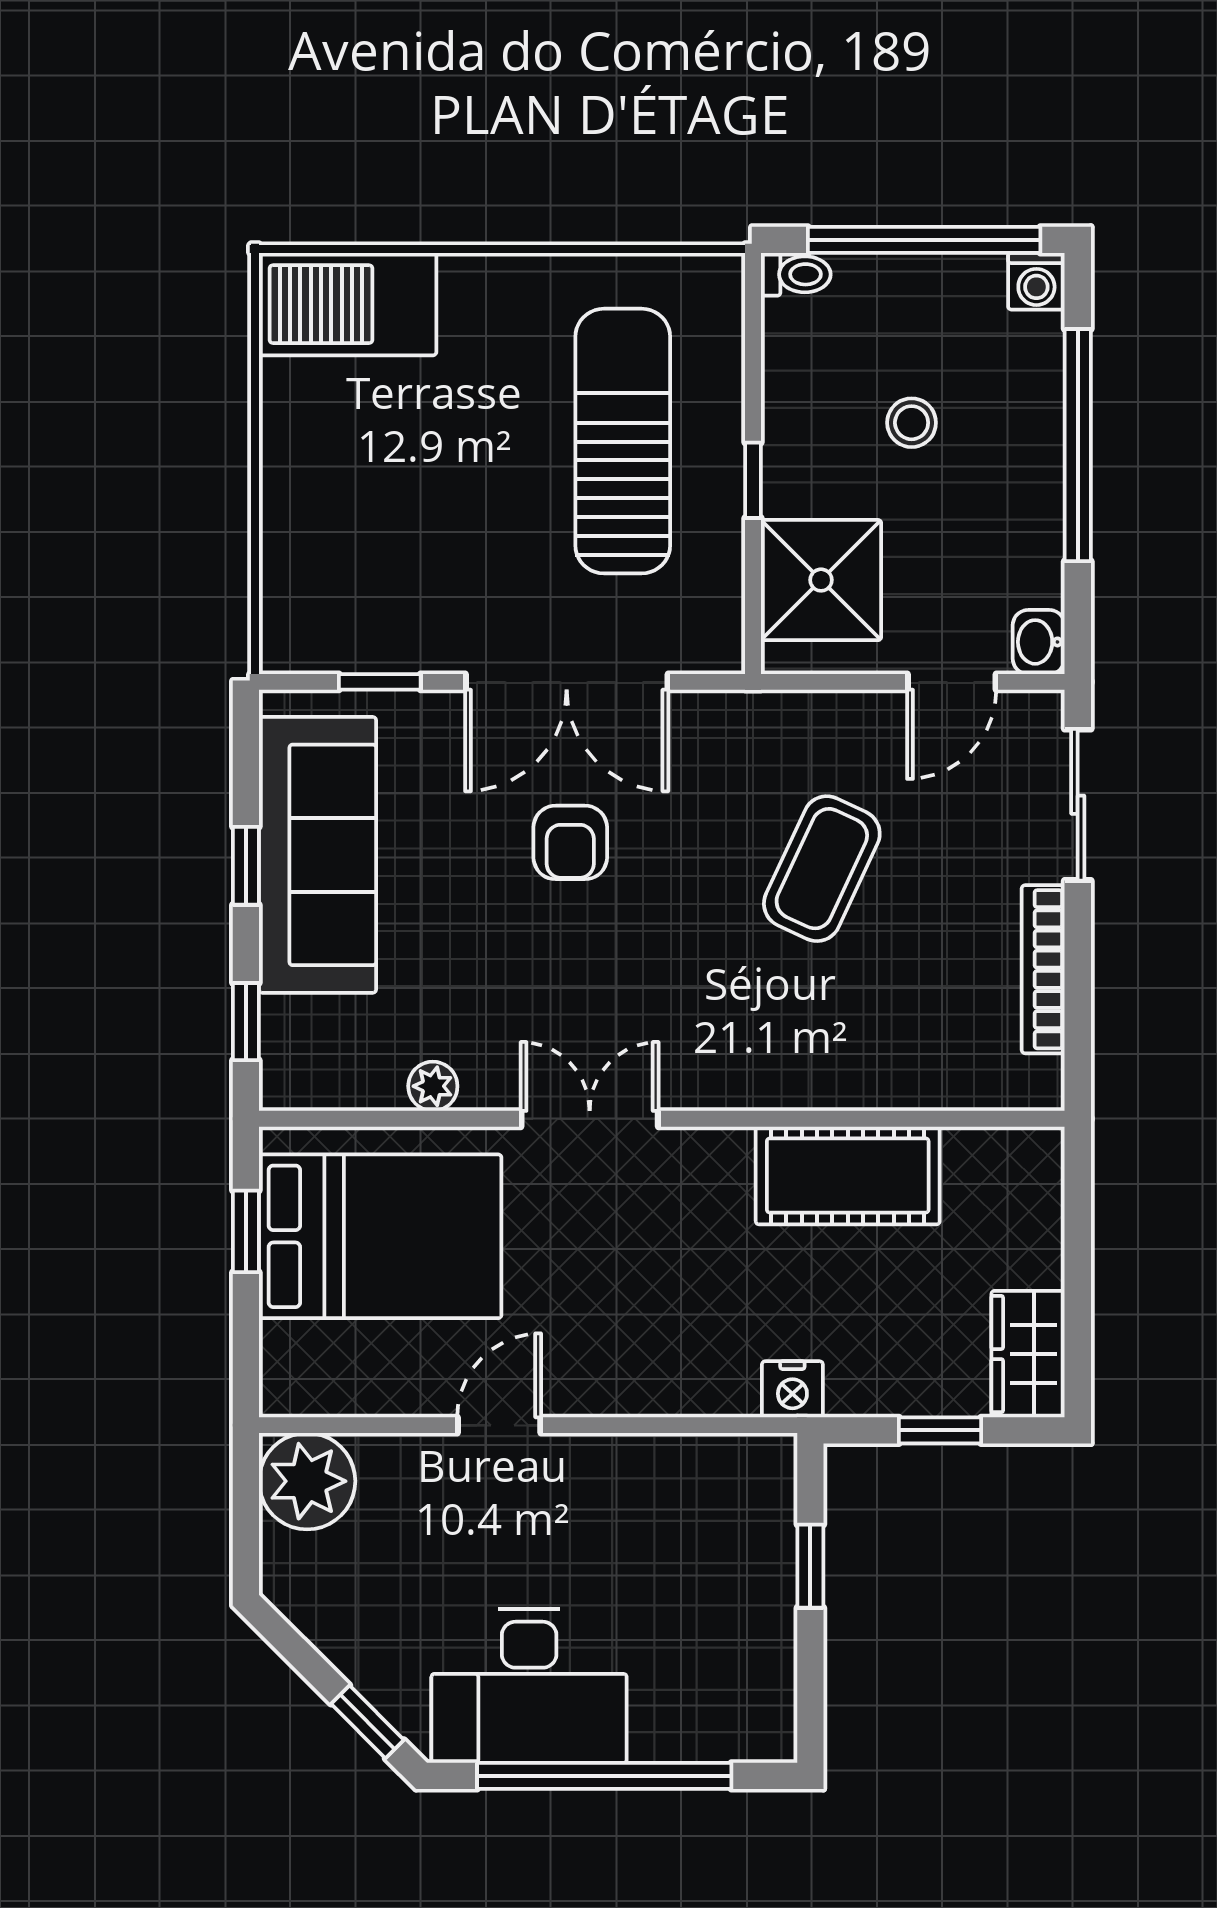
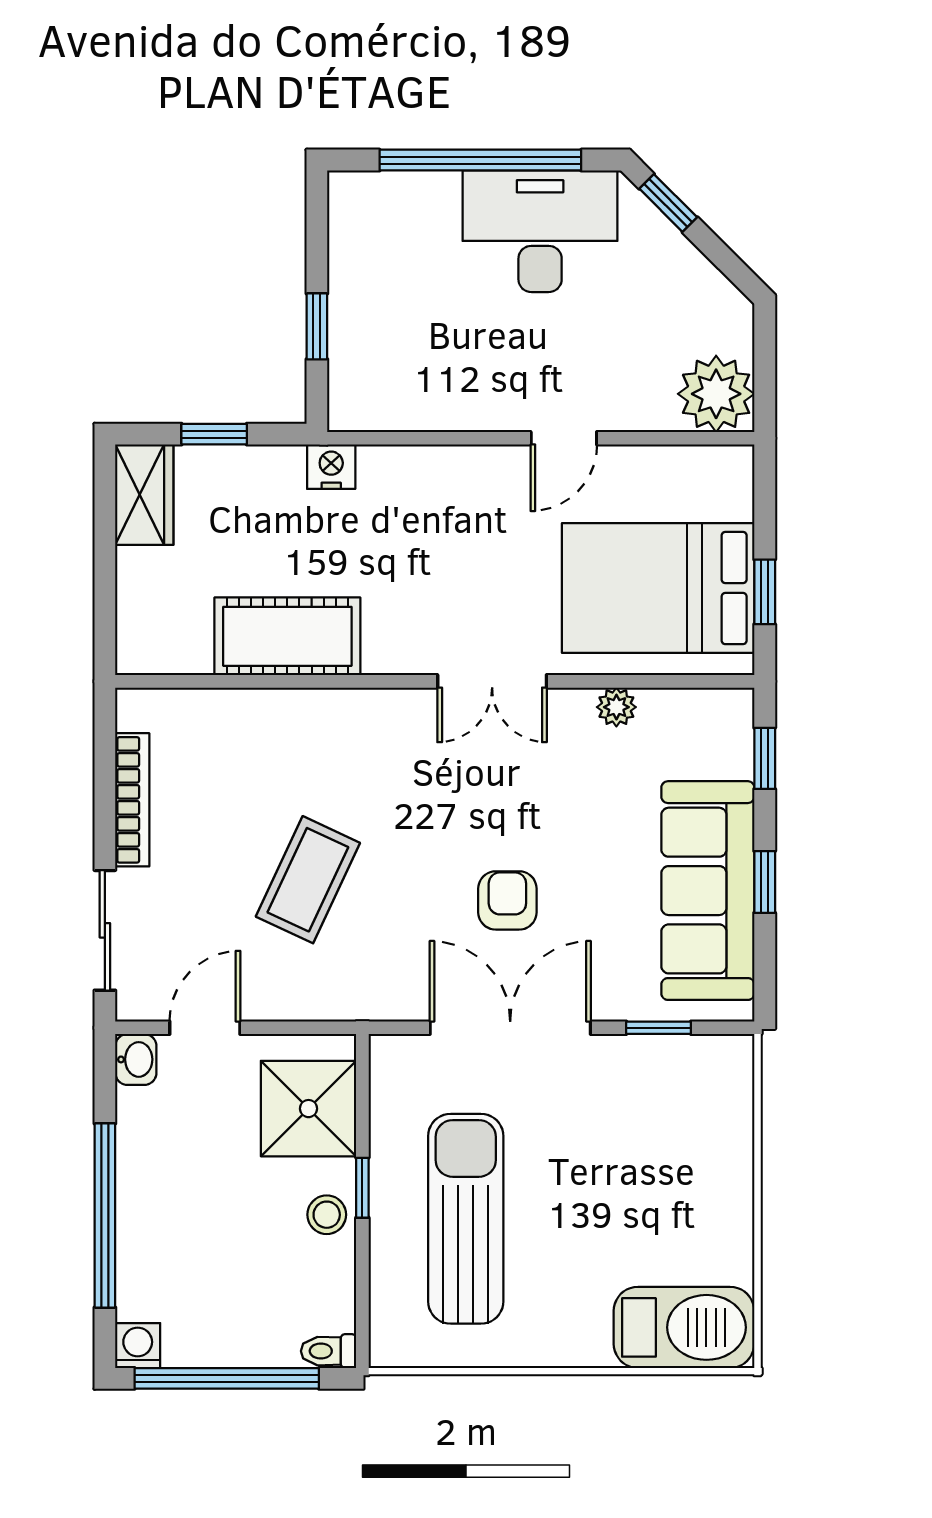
stool: (912, 423) -> (327, 1215), moved
sun lounger: (623, 441) -> (466, 1219), turned 180

